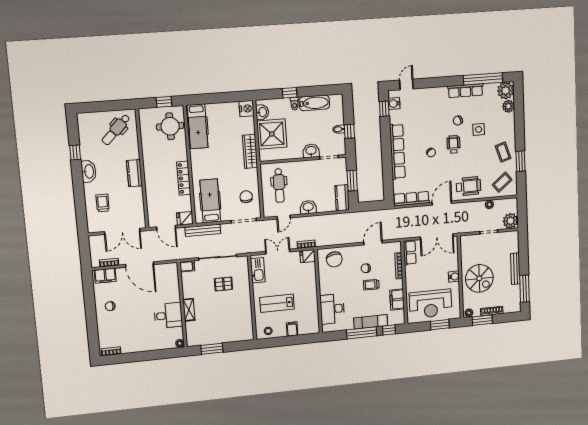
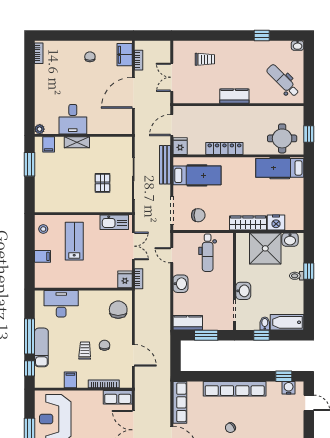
bathtub: (314, 103) -> (287, 322), moved, turned 90
nightstand: (246, 108) -> (276, 223), moved
washbasin: (89, 171) -> (298, 46), moved, width x0.52, depth x0.69
dental chair: (279, 185) -> (208, 253), turned -90
double door: (122, 231) -> (172, 77), width x0.73
chair: (334, 259) -> (118, 310), turned 101
filing cabinet: (187, 266) -> (49, 144), moved
filing cabinet: (397, 300) -> (70, 380), width x0.50

